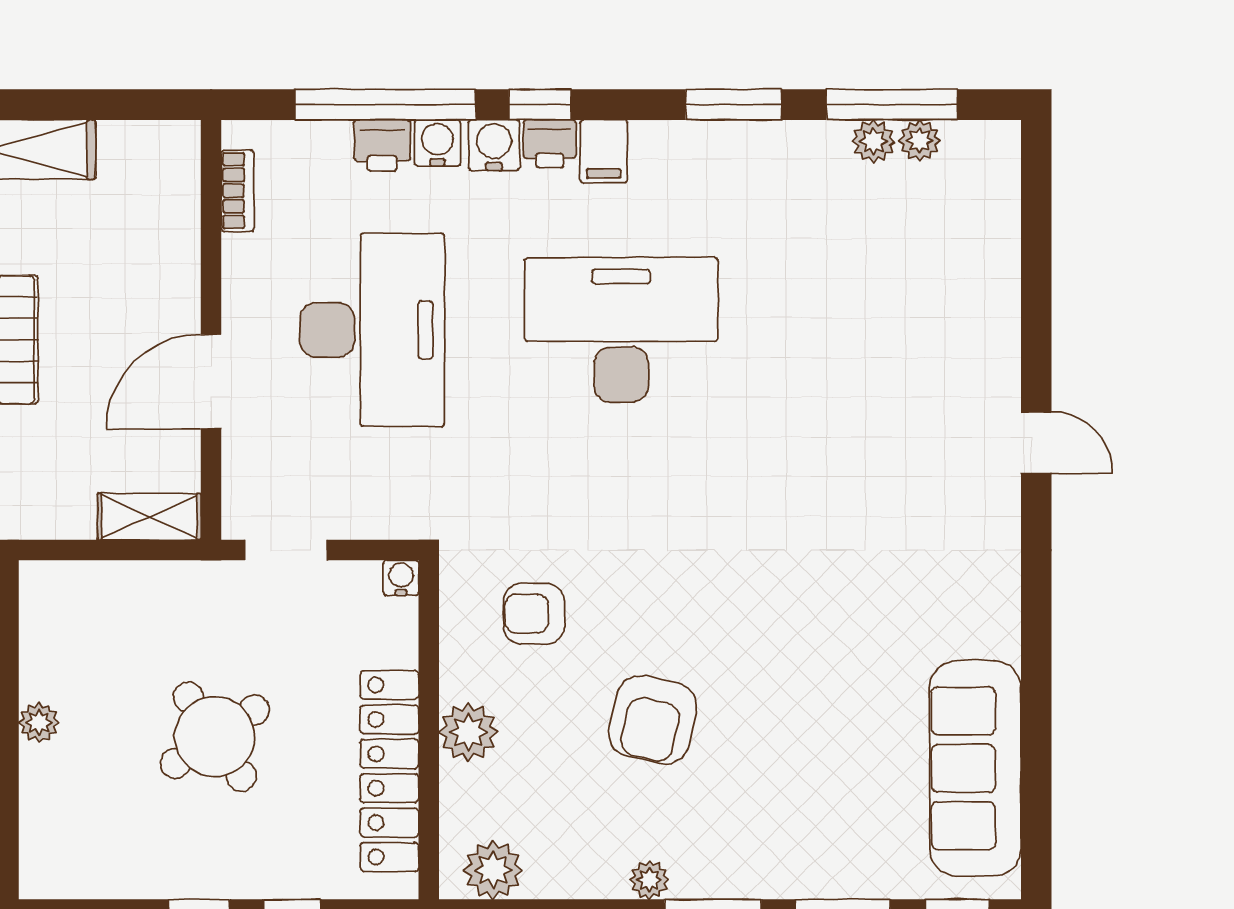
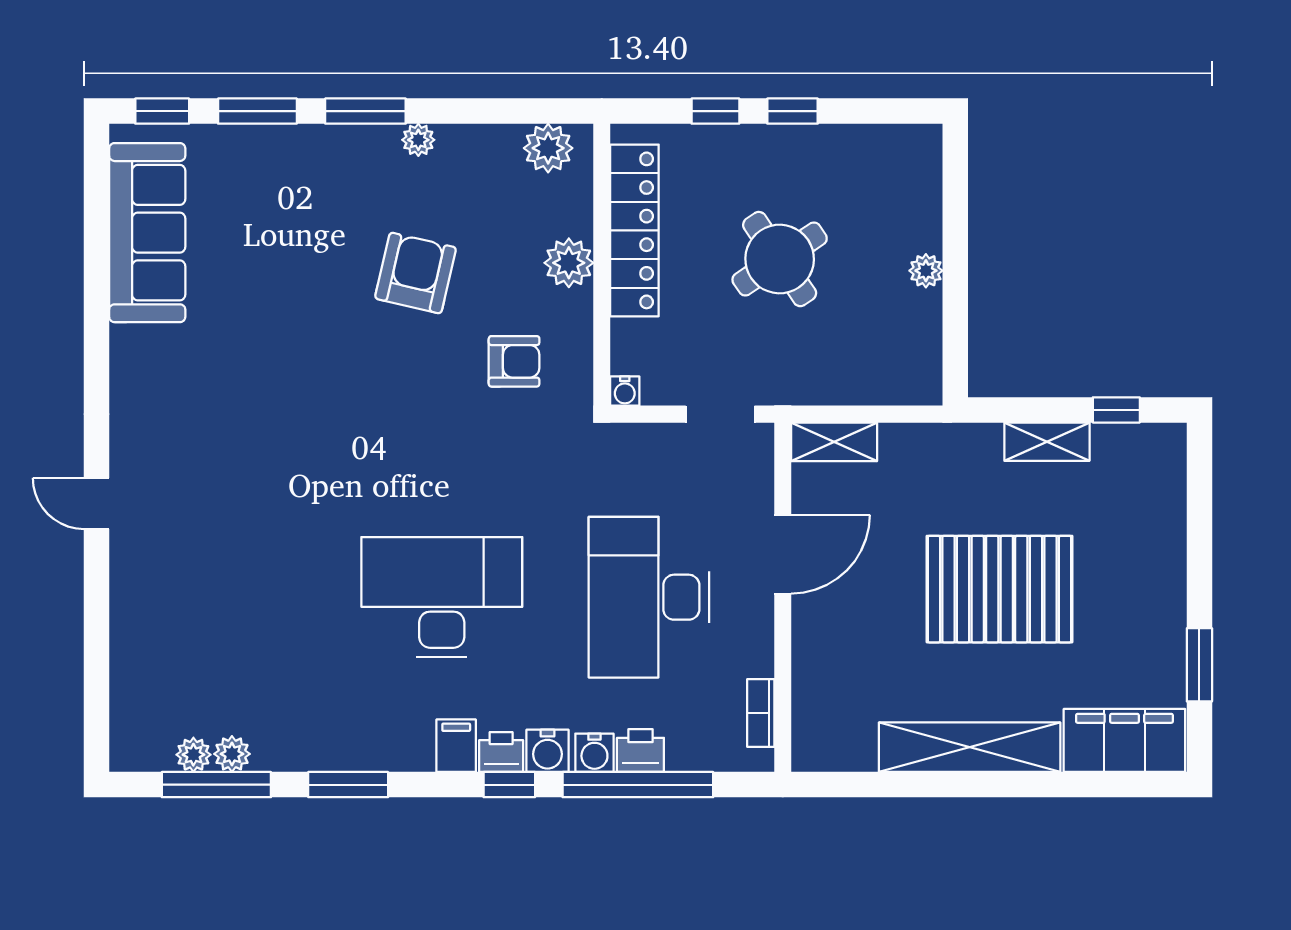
desk: (621, 330) -> (442, 597), turned 180

